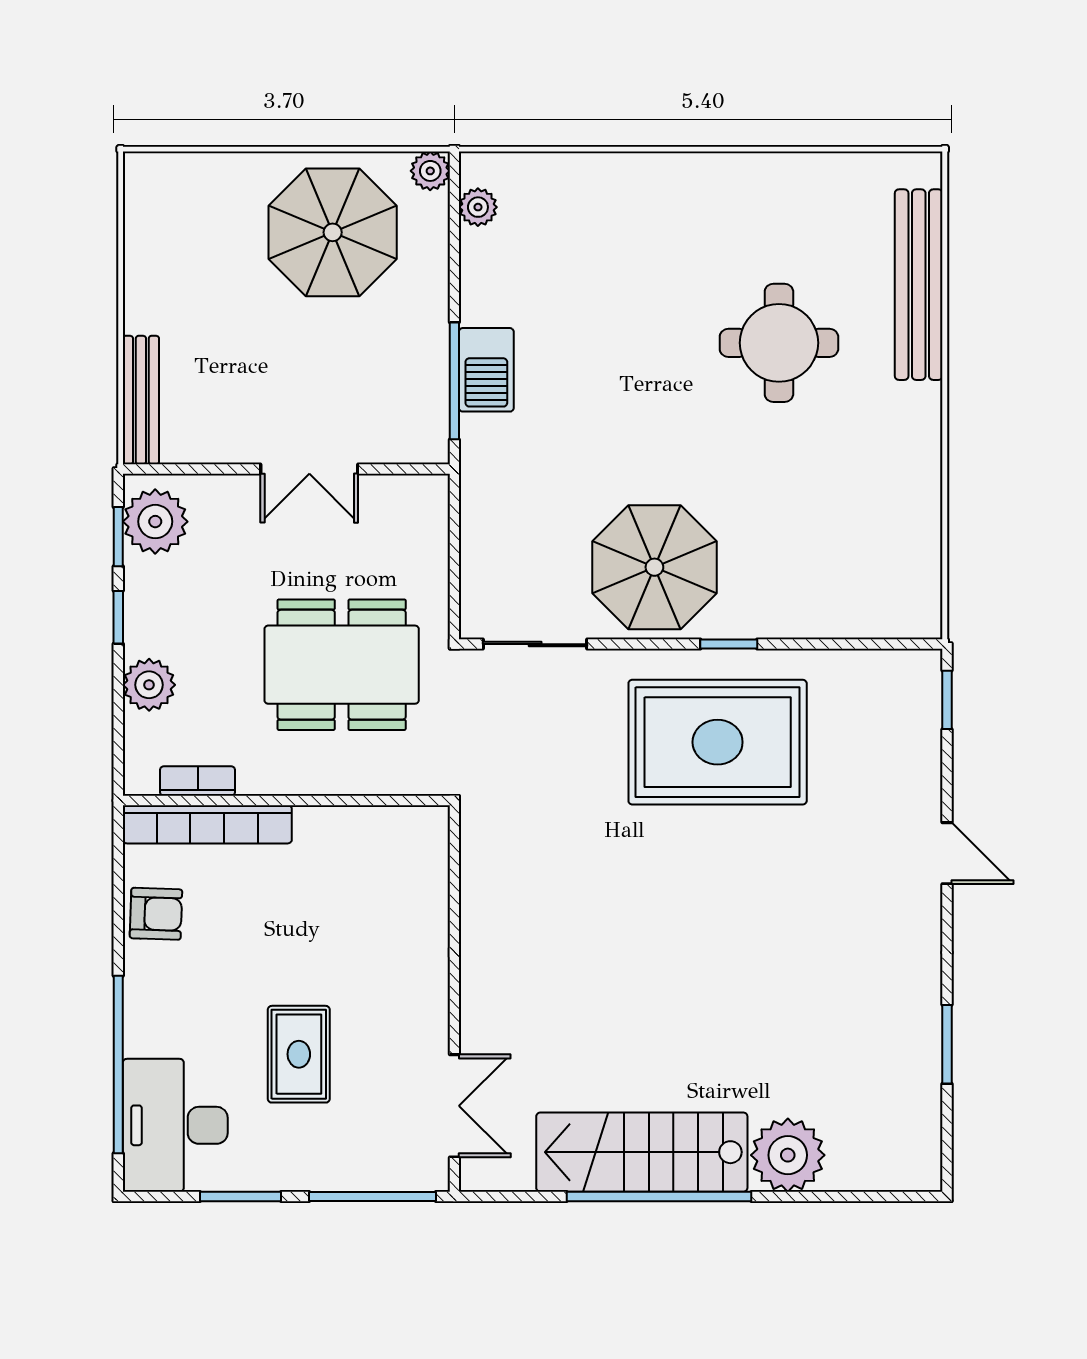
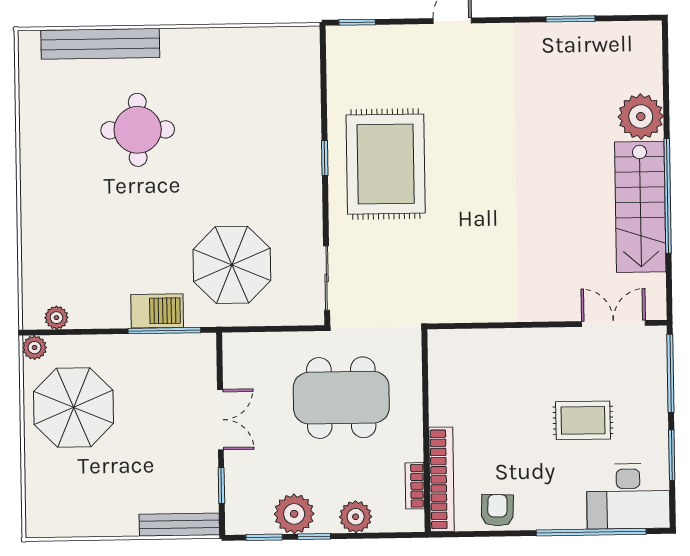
window: (203, 469) -> (221, 486), added
plant: (155, 522) -> (294, 514), moved
parasol: (654, 567) -> (232, 265), moved
dining table: (342, 665) -> (341, 398), turned 90

